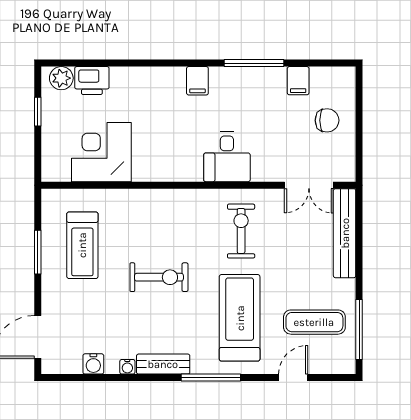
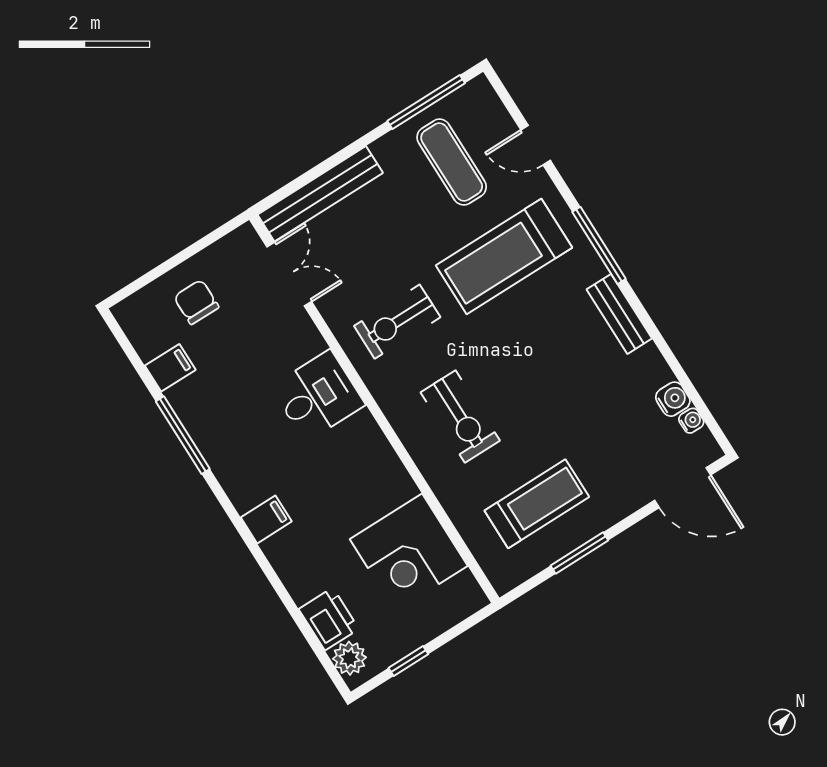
filing cabinet: (197, 81) -> (266, 519), moved
exercise bike: (159, 277) -> (460, 416), moved, turned 180
water cooler: (127, 367) -> (691, 421), moved

